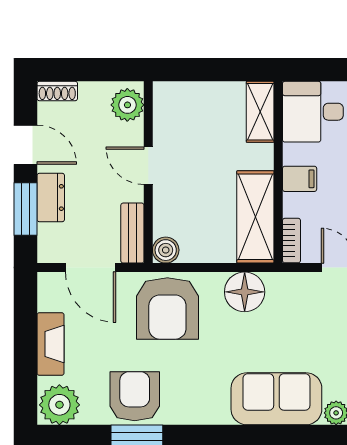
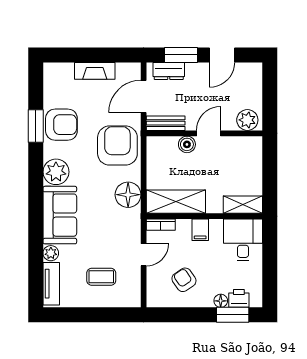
shoe rack: (57, 91) -> (256, 75), removed
dresser: (51, 197) -> (169, 71), moved
boiler: (166, 250) -> (187, 144), moved
armchair: (167, 308) -> (117, 146), turned 90
plant: (59, 405) -> (56, 172), moved

